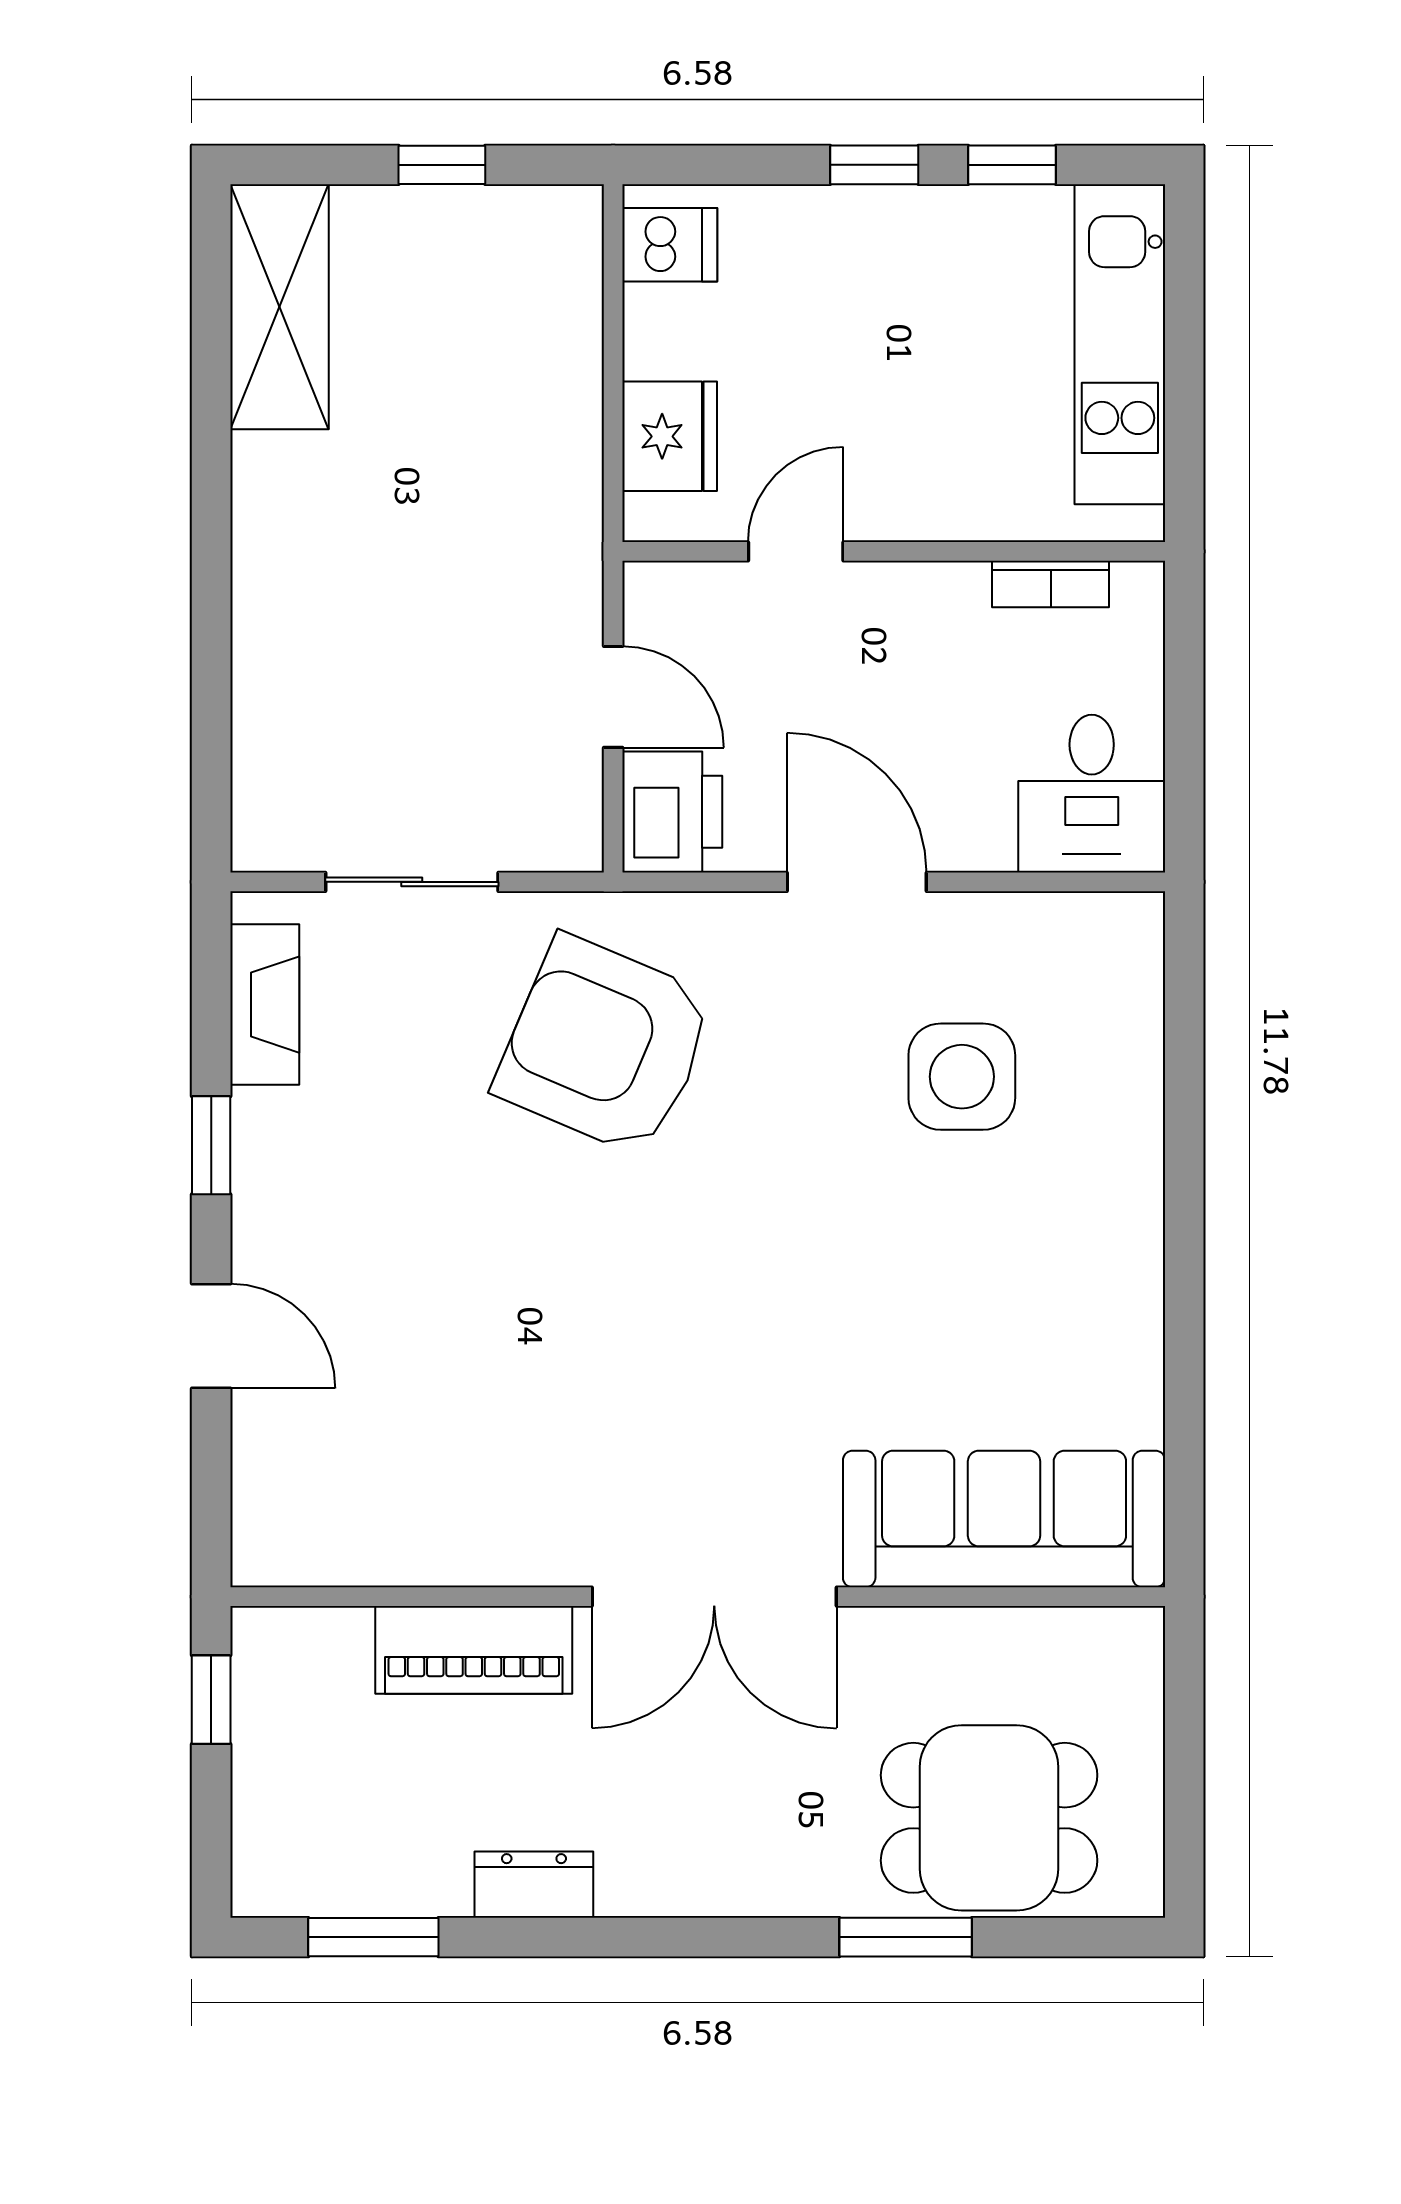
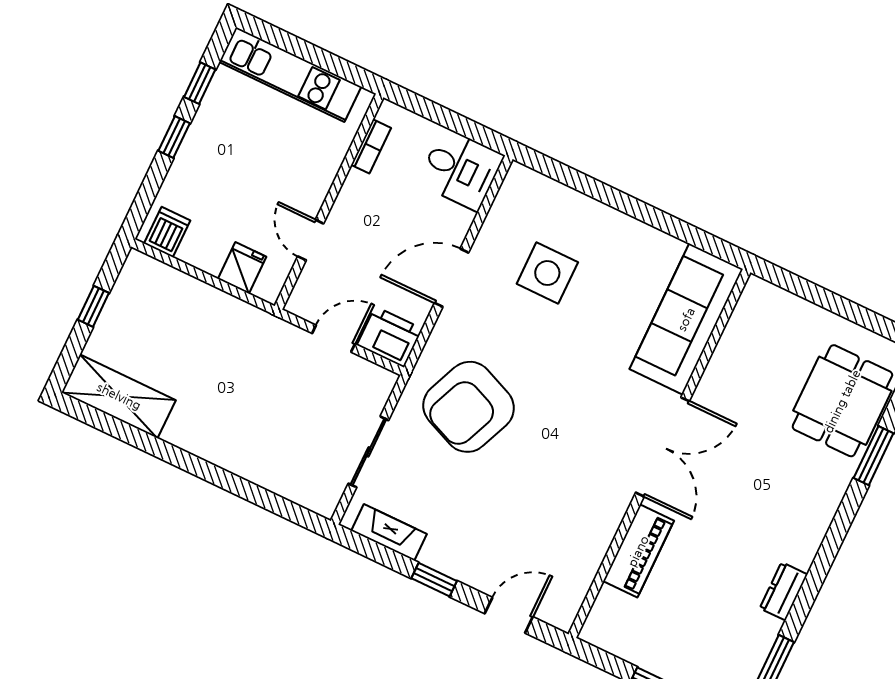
fridge: (670, 436) -> (242, 268), width x0.72
sofa: (1004, 1519) -> (686, 319), moved
wall: (698, 1597) -> (659, 453), moved
double door: (714, 1597) -> (662, 447), moved
piano: (474, 1650) -> (638, 551), moved

